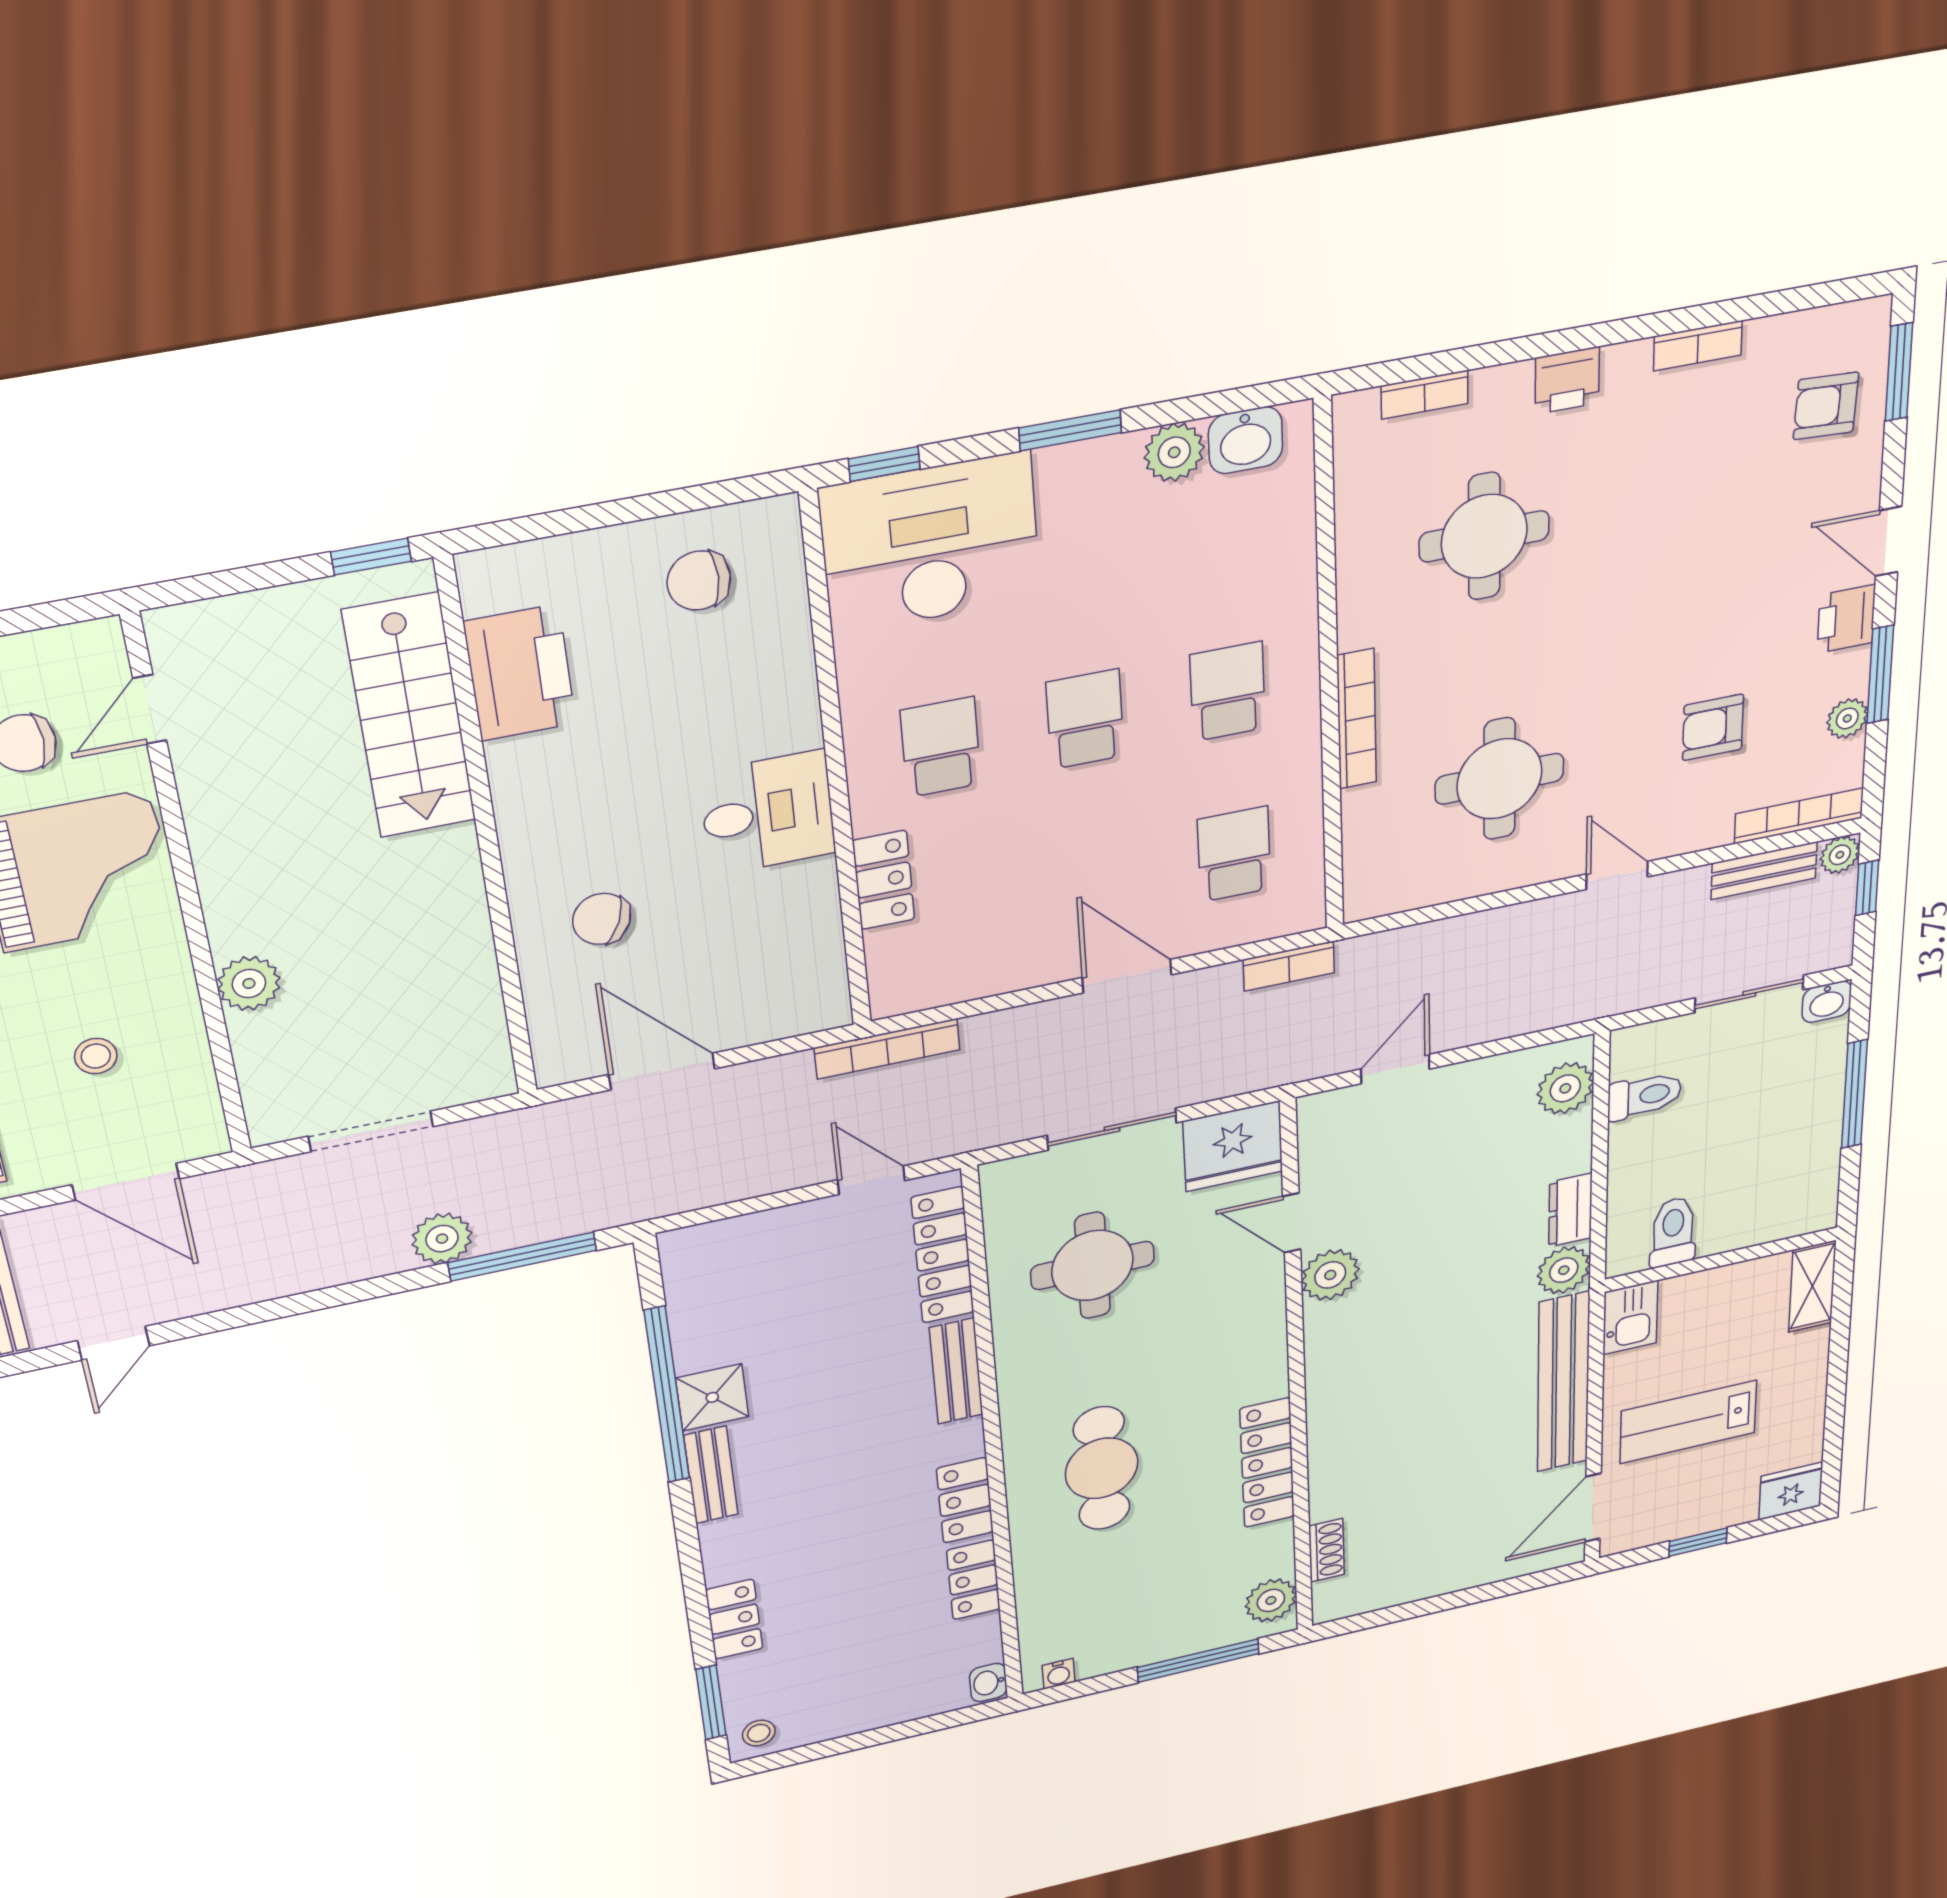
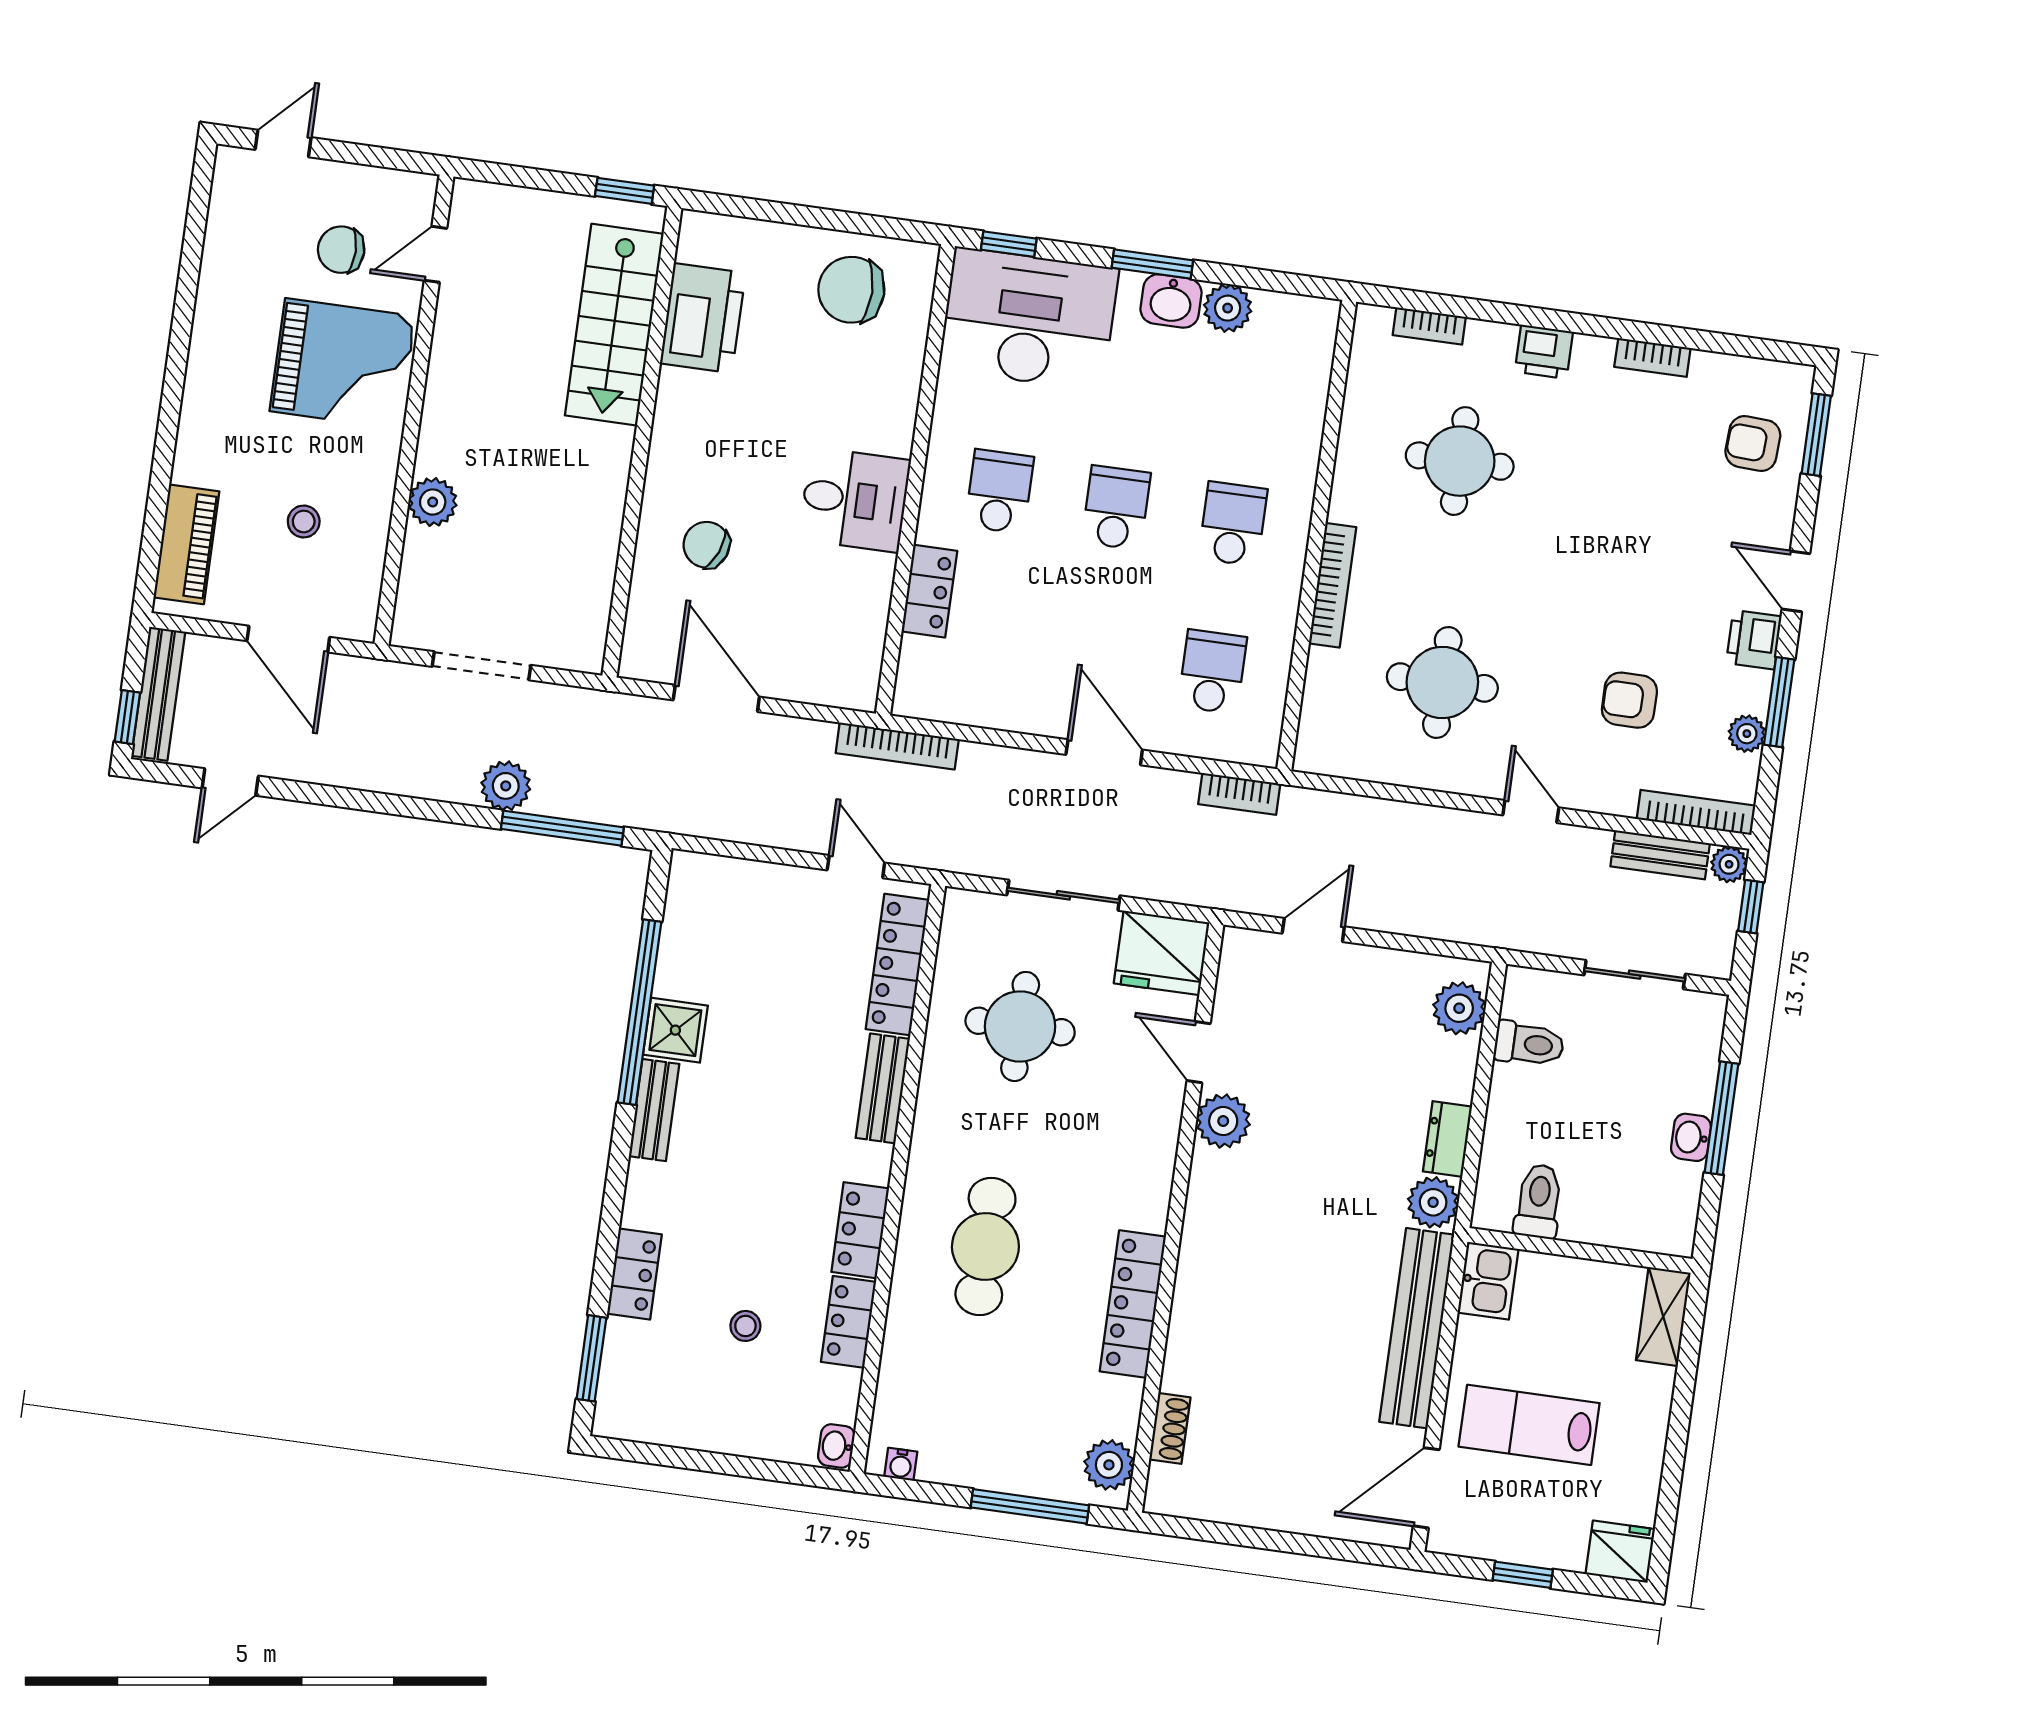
washbasin: (1245, 440) -> (1171, 301), moved
chair: (699, 580) -> (851, 290), width x1.37, depth x1.37
washbasin: (1827, 1002) -> (1691, 1137), moved, turned 90
stool: (759, 1733) -> (745, 1326), moved

